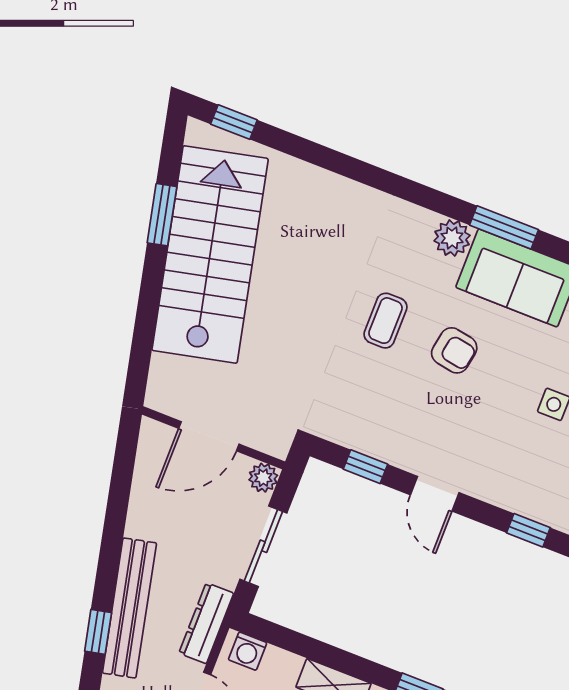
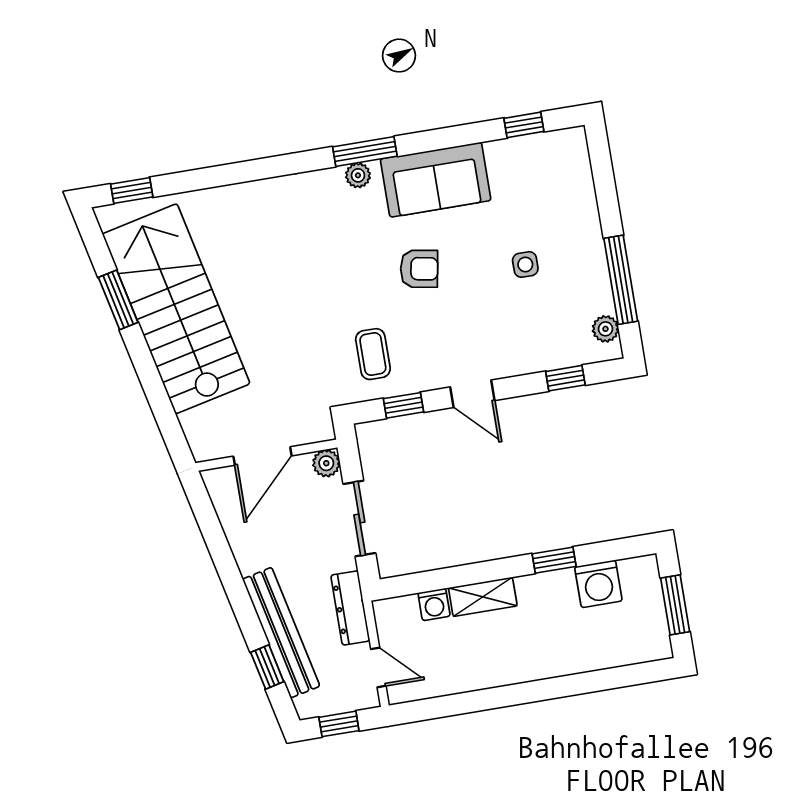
window: (504, 227) -> (365, 152), moved
plant: (452, 238) -> (358, 175), width x0.73, depth x0.73
coffee table: (385, 321) -> (373, 354), moved
washing machine: (248, 651) -> (434, 605), moved

